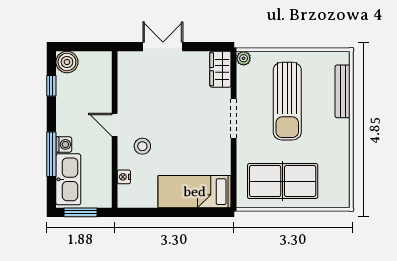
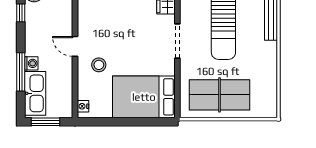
nightstand: (124, 177) -> (83, 106), moved
bed: (195, 192) -> (144, 97), width x1.50

